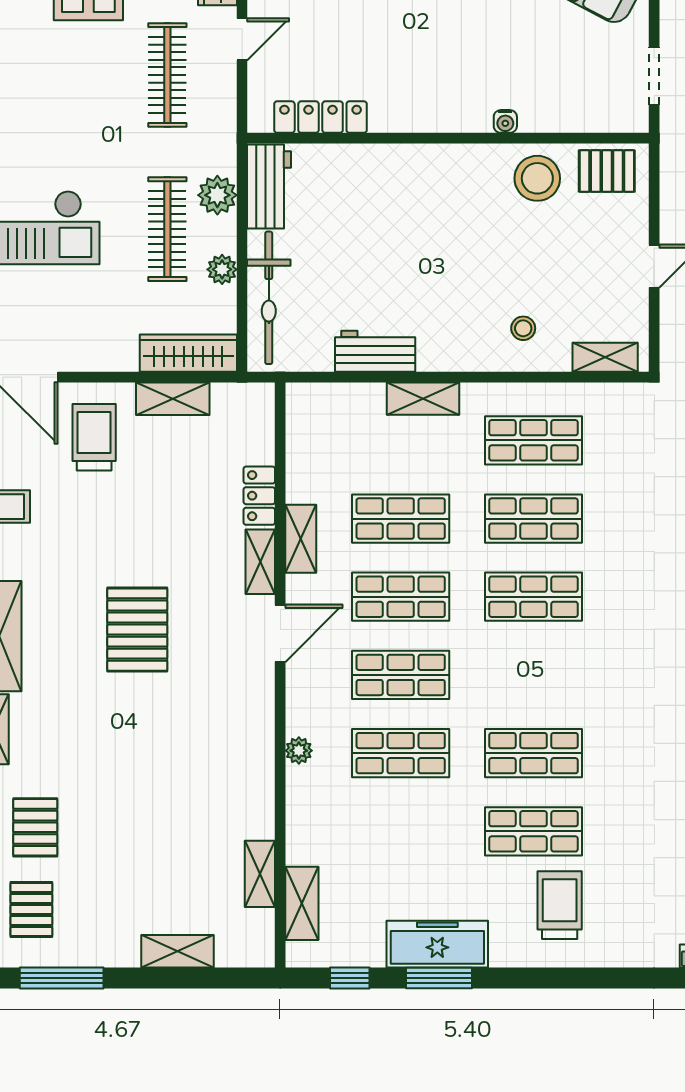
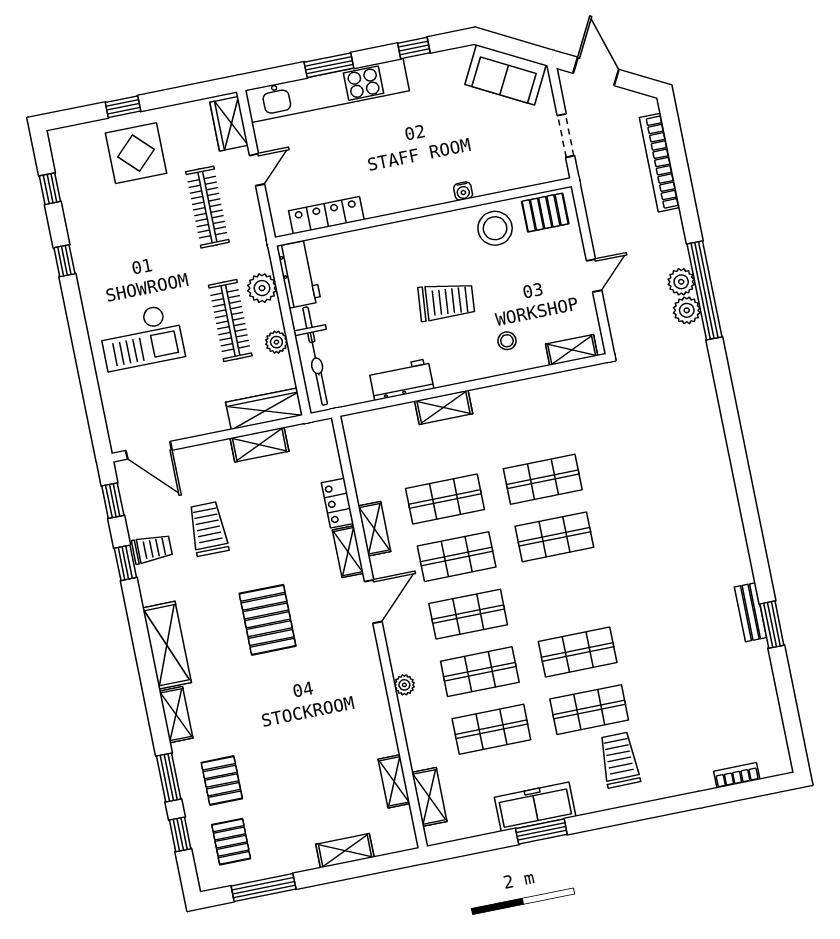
trolley: (454, 261) -> (446, 302), added
trolley: (94, 437) -> (208, 529), moved
shop shelf: (533, 440) -> (491, 729), moved
window: (350, 978) -> (476, 845), removed

